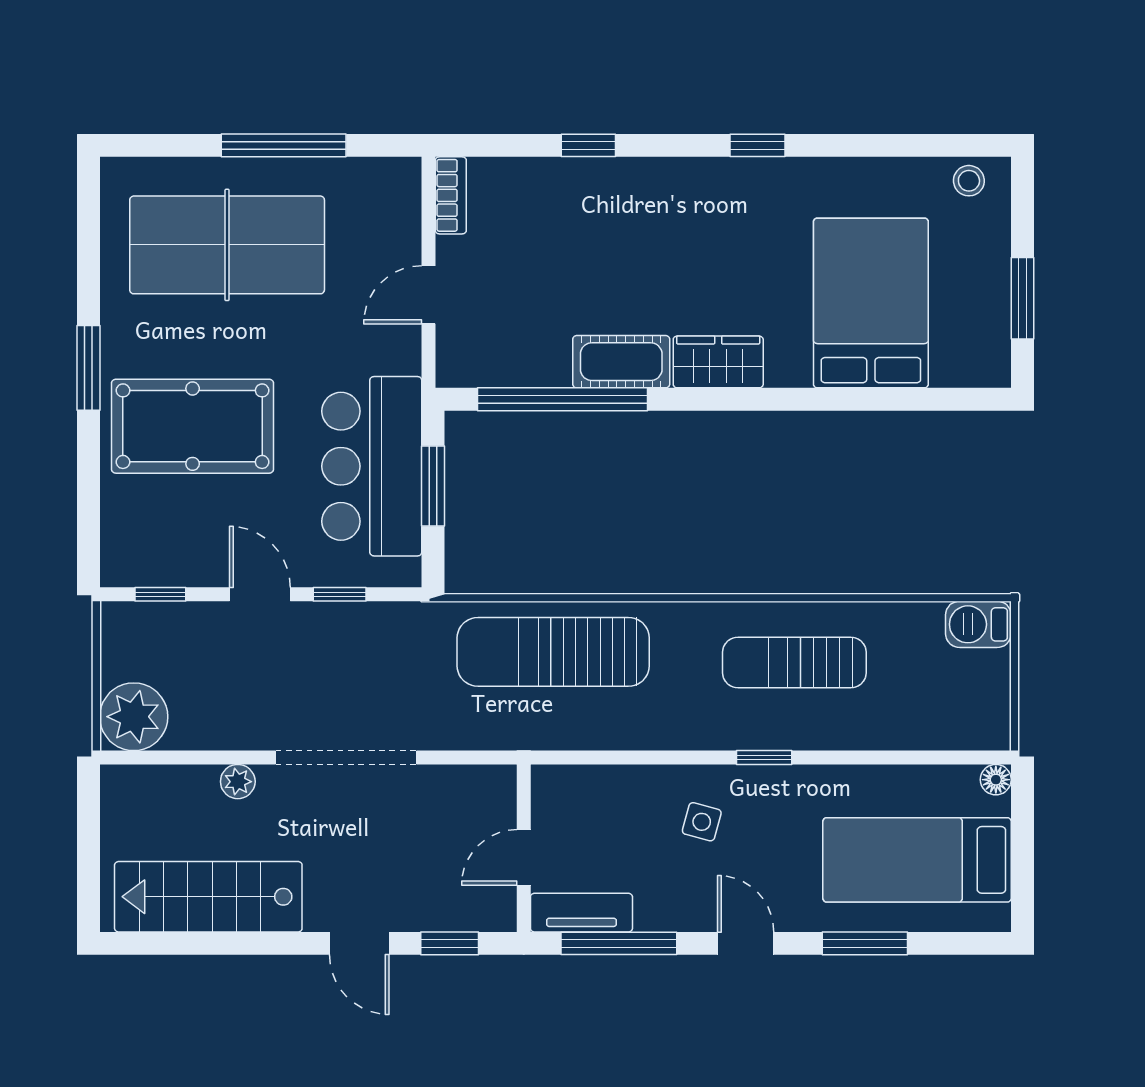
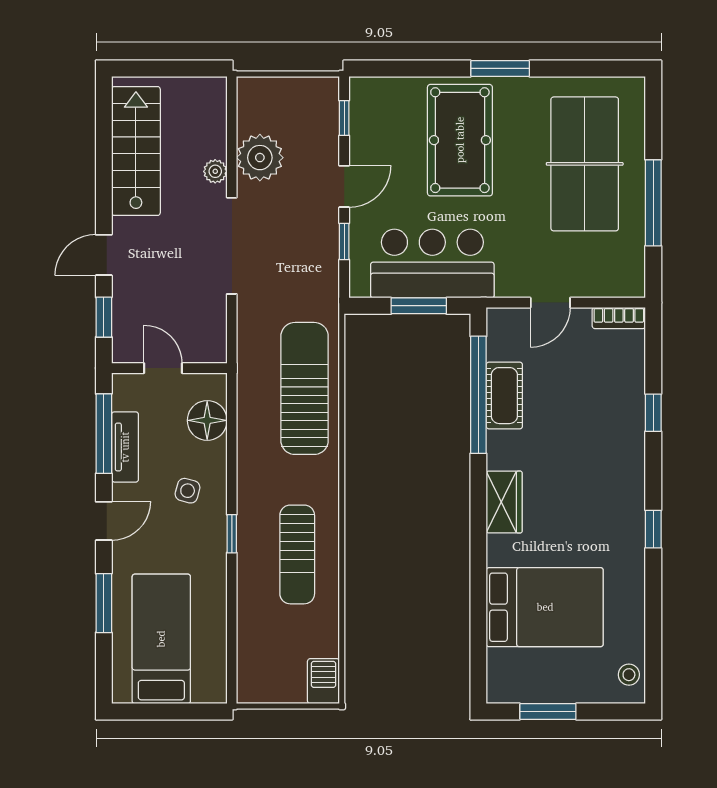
door: (428, 295) -> (550, 303), swing flipped
cot: (621, 362) -> (504, 396), moved
sun lounger: (794, 663) -> (297, 554), turned 180
plant: (134, 717) -> (260, 158), moved
floor lamp: (996, 780) -> (207, 420), moved, width x1.89, depth x1.89
tv unit: (581, 913) -> (125, 447), moved

